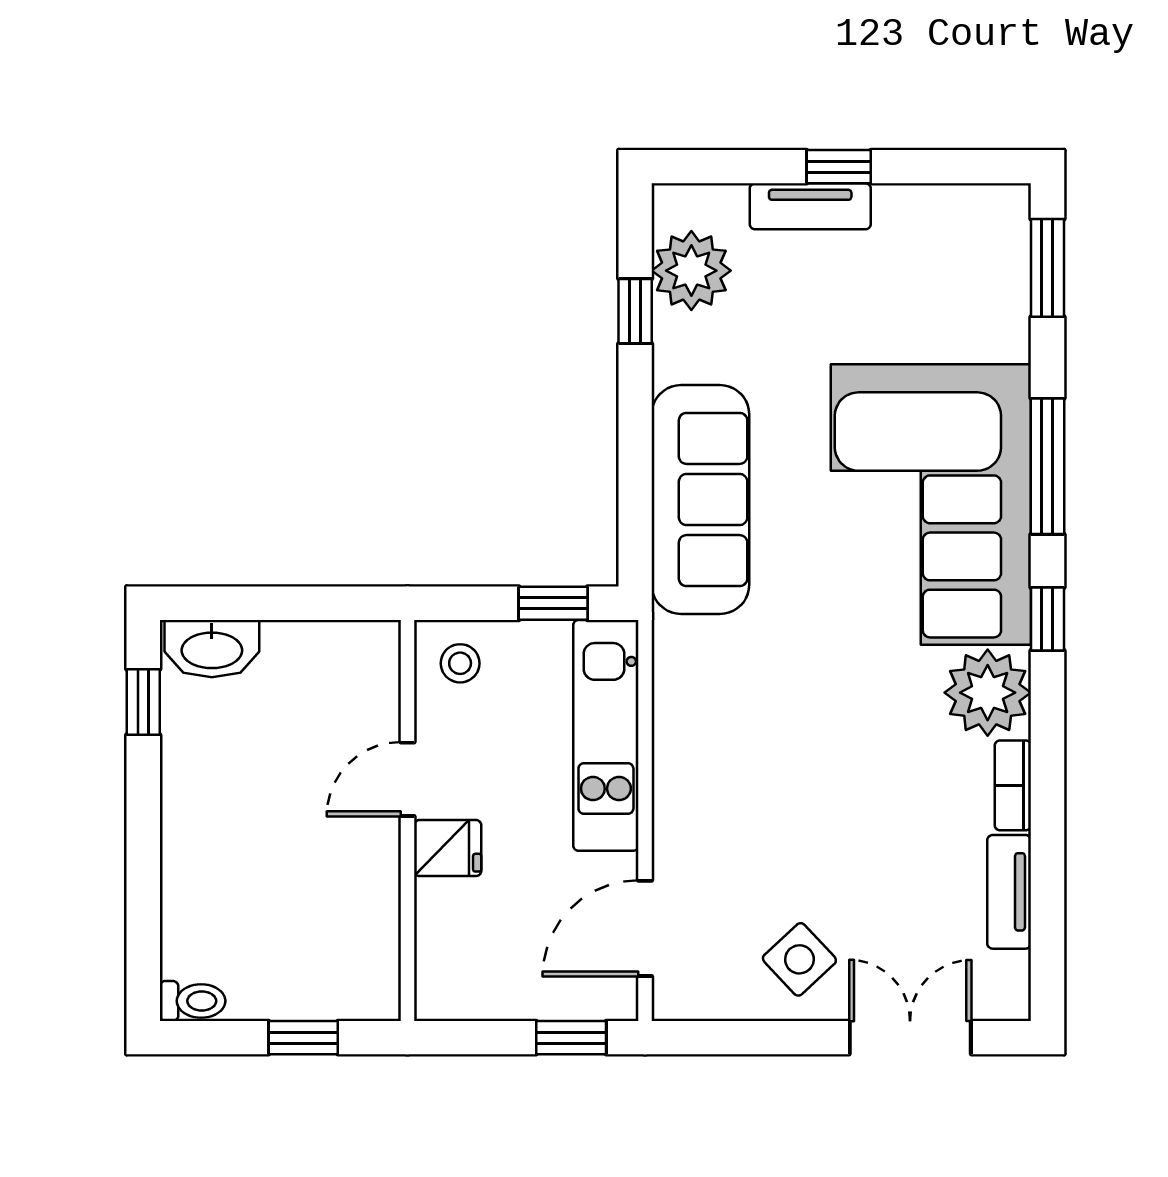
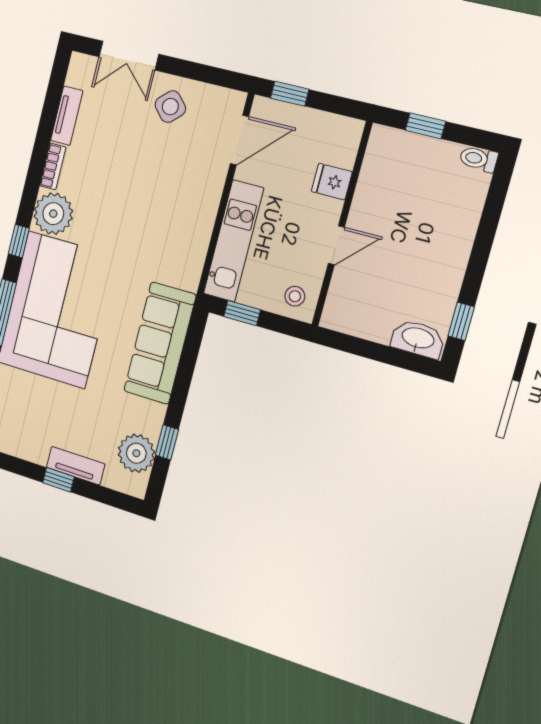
fridge: (448, 848) -> (332, 182), moved

